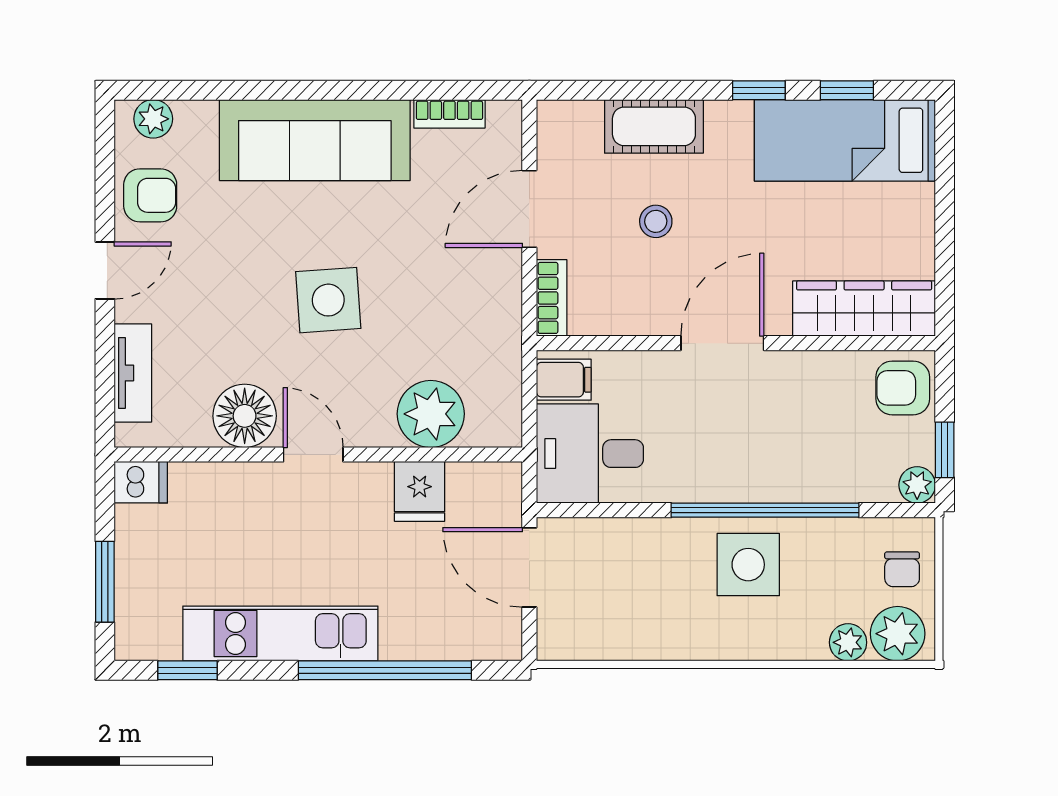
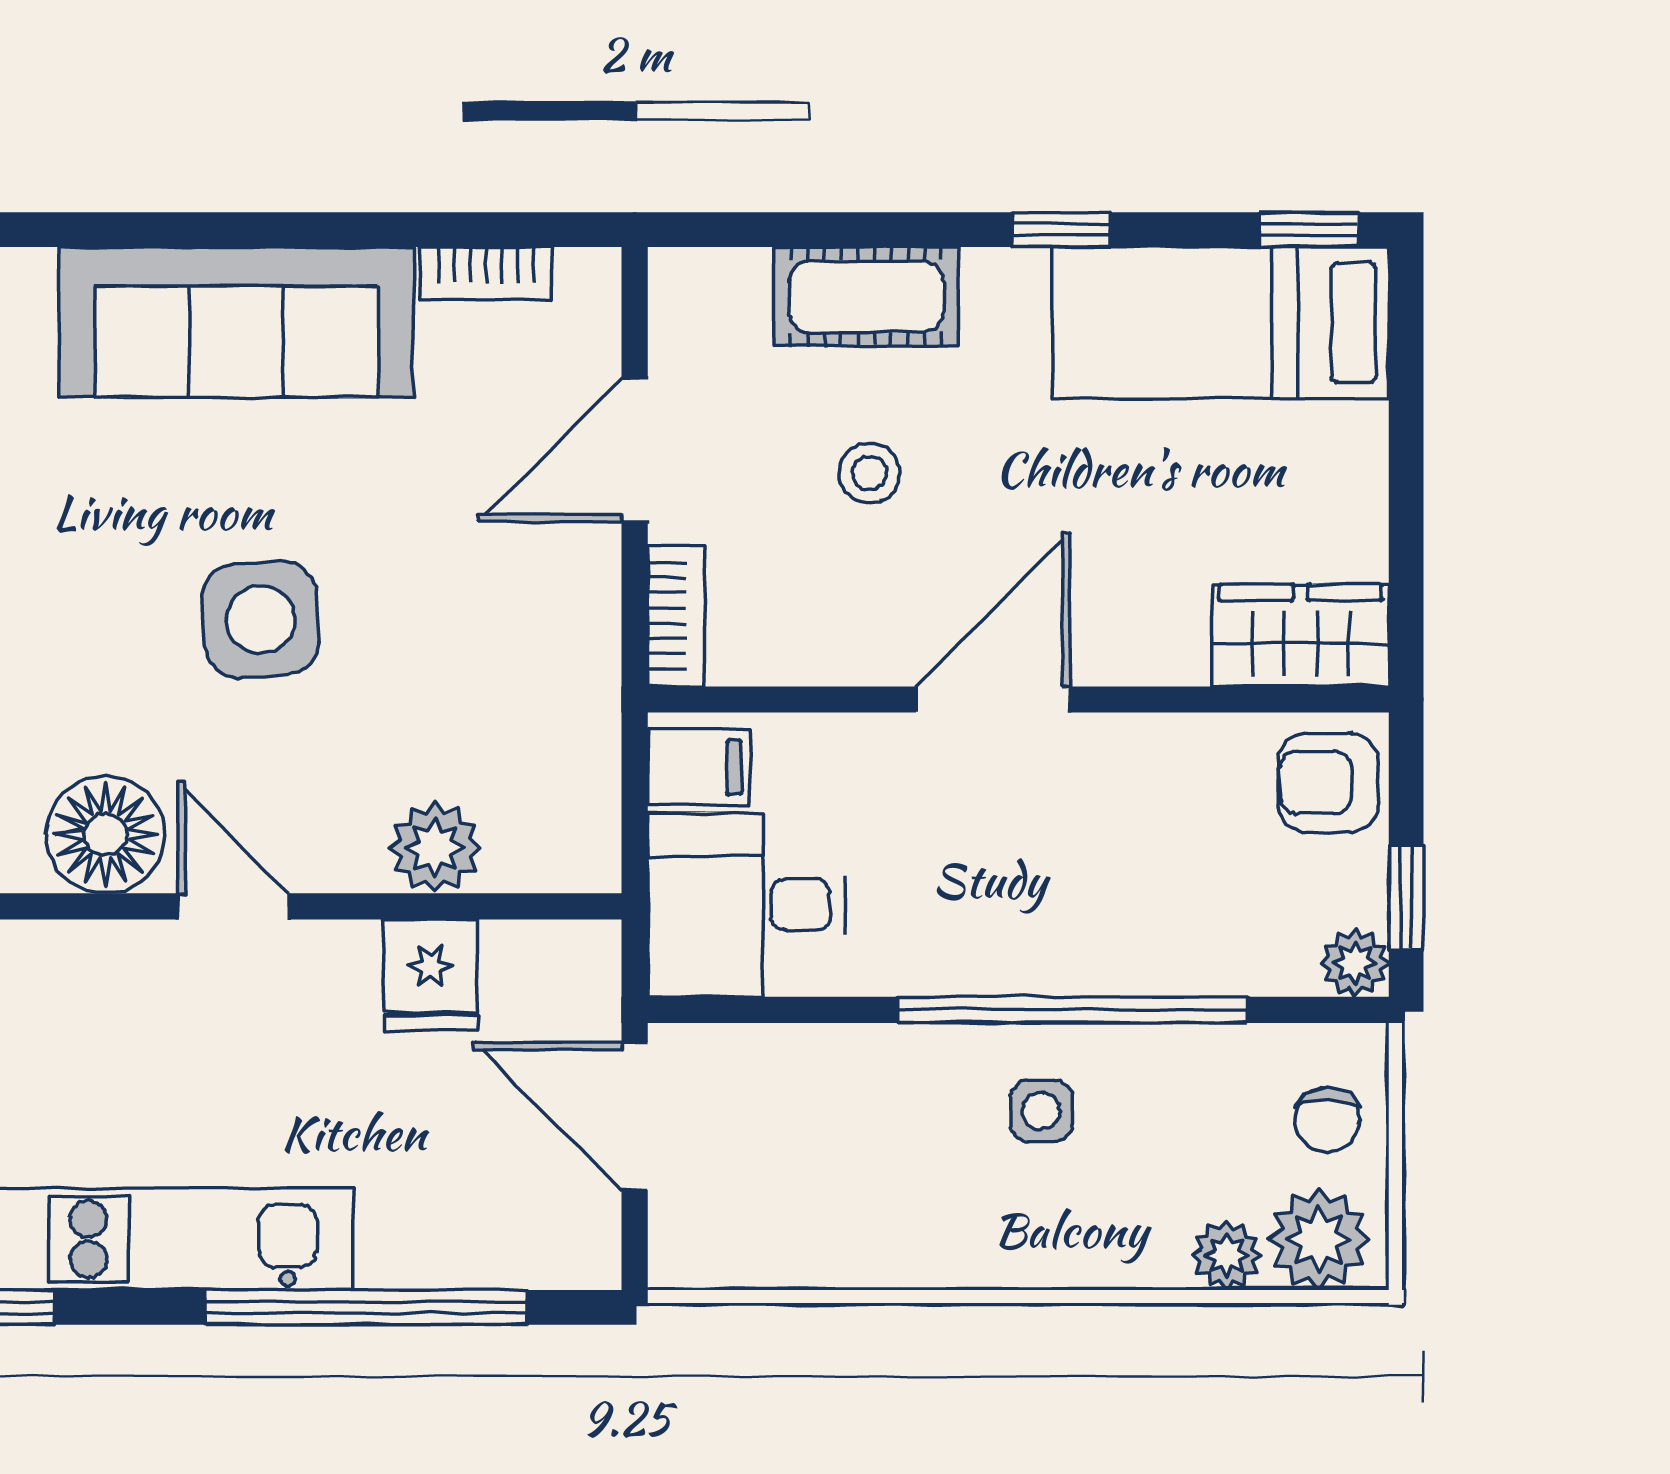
window: (847, 90) -> (1309, 230), moved
wardrobe: (864, 309) -> (1301, 635), width x0.67
plant: (431, 414) -> (435, 848), width x0.73, depth x0.73
side table: (748, 565) -> (1041, 1111), width x0.54, depth x0.54

